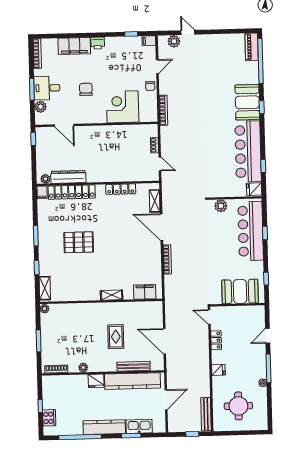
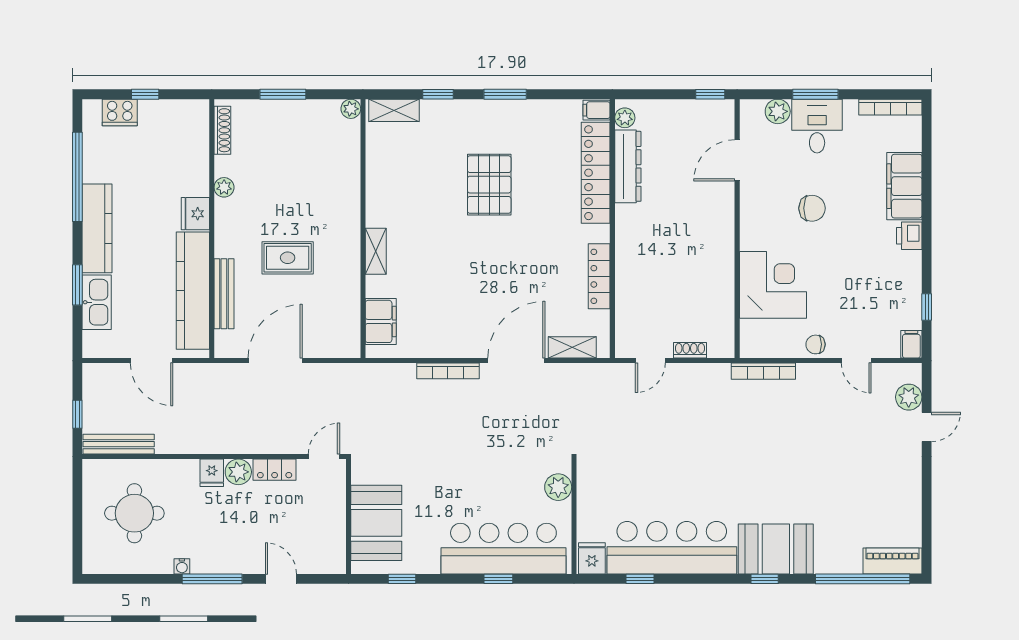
plant: (218, 357) -> (238, 472), added

